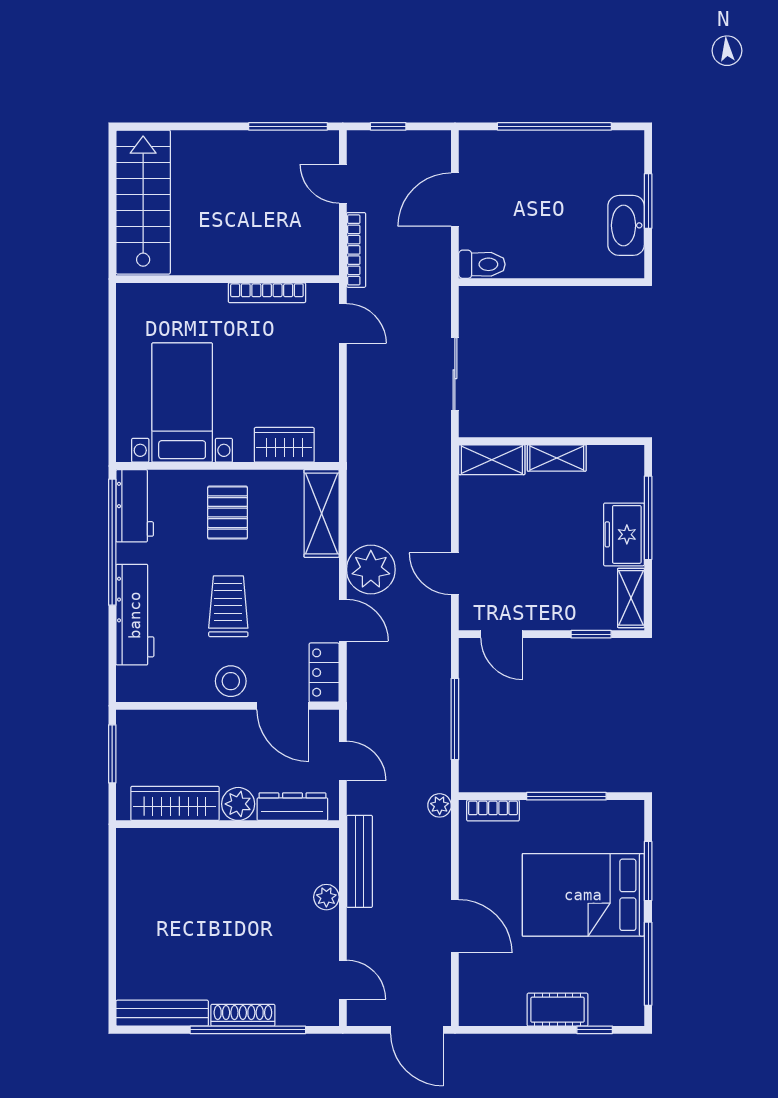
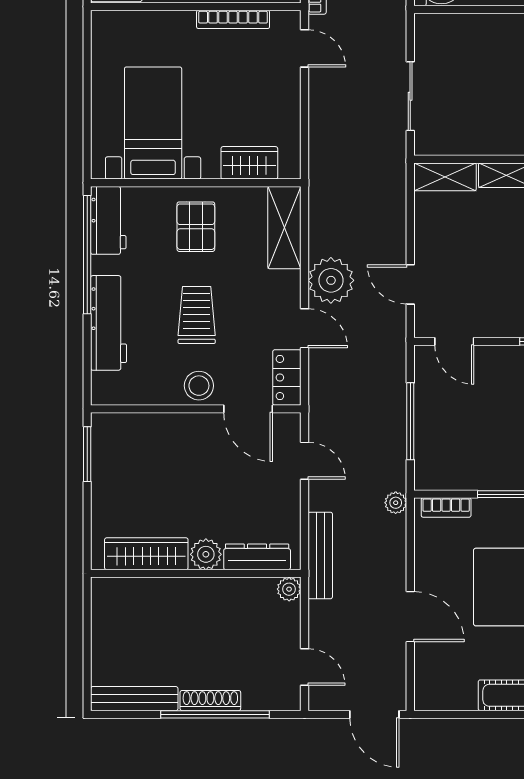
wardrobe: (175, 803) -> (146, 554), moved
plant: (238, 804) -> (206, 554), moved
dresser: (292, 807) -> (257, 557), moved
wall: (228, 824) -> (196, 573), moved

